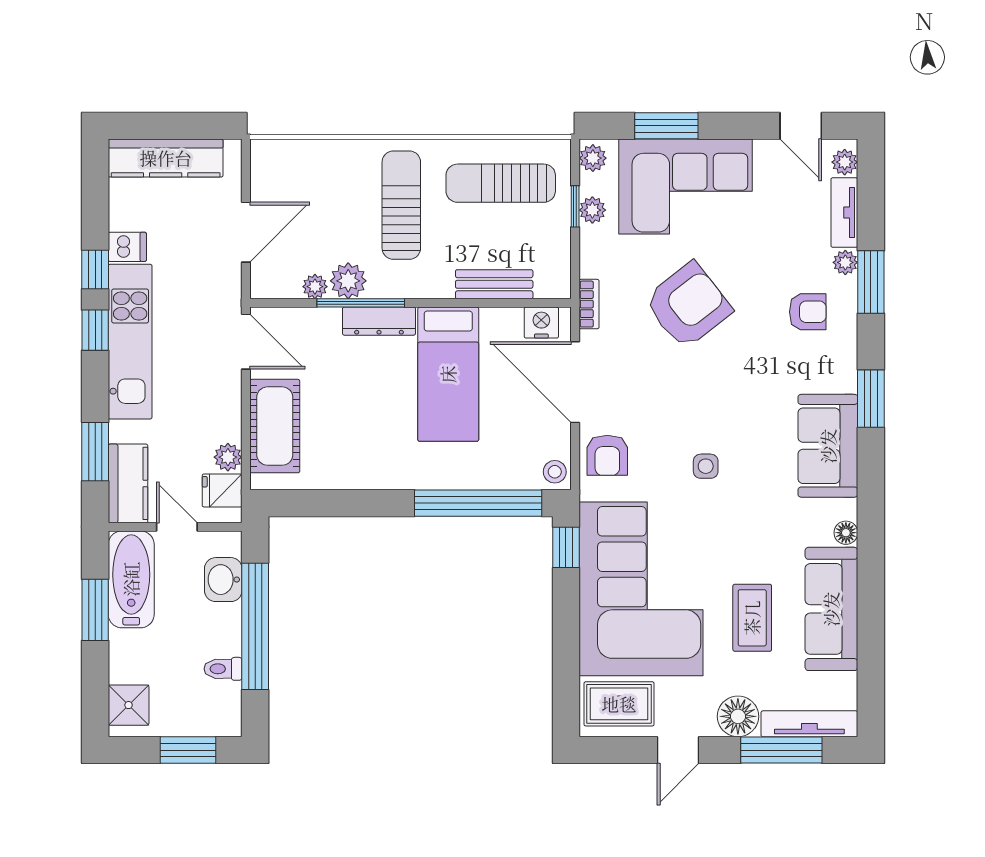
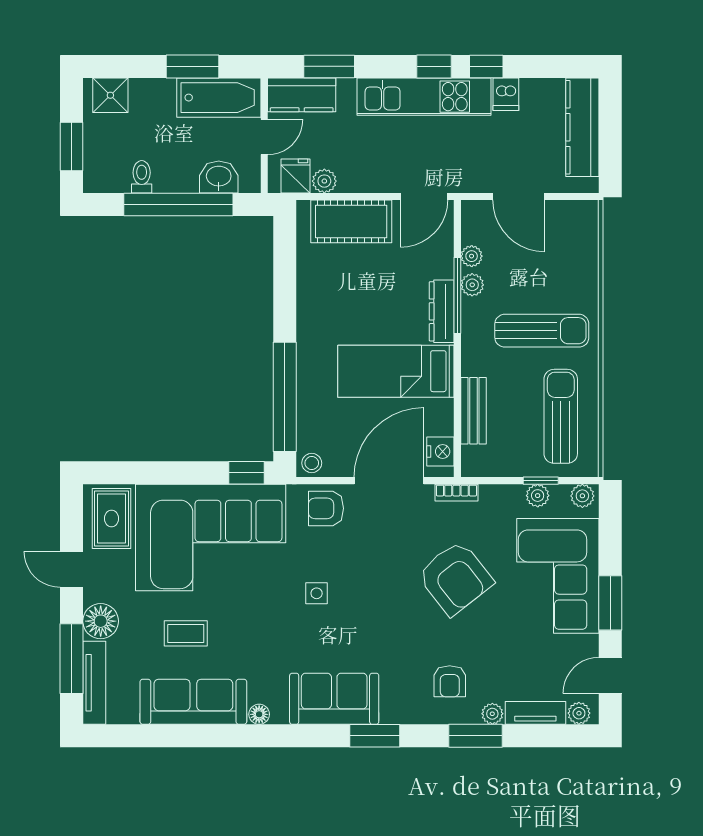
window: (666, 126) -> (610, 603), moved
plant: (348, 281) -> (472, 285), width x0.73, depth x0.73
coffee table: (752, 618) -> (186, 633), width x0.73, depth x0.77

